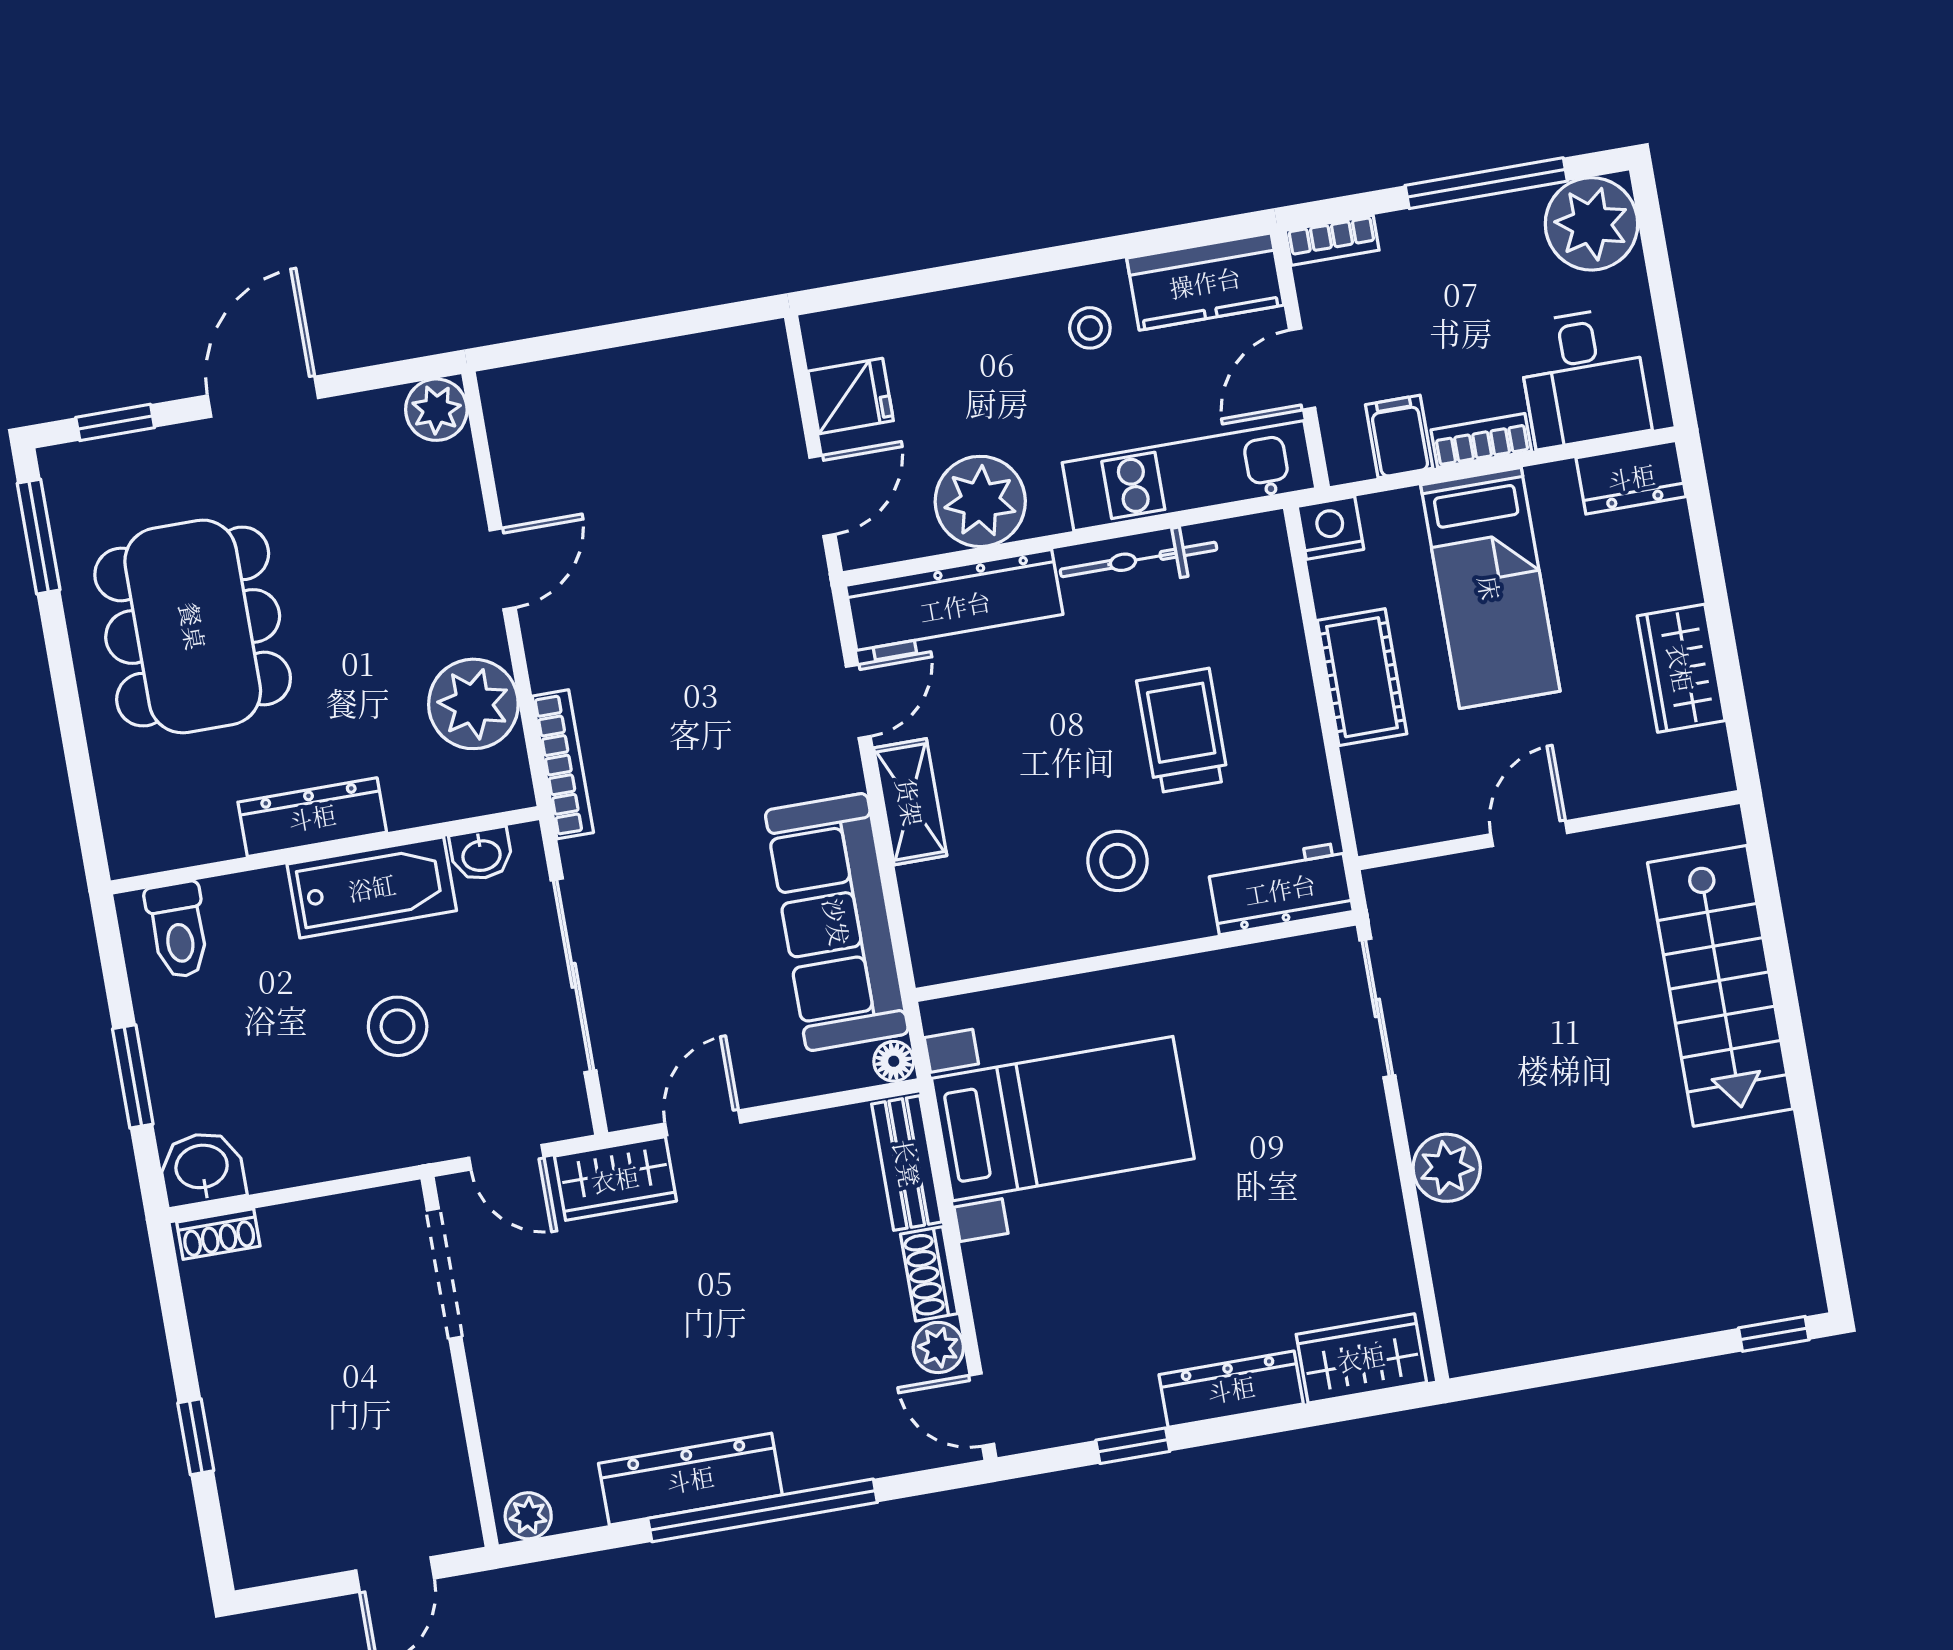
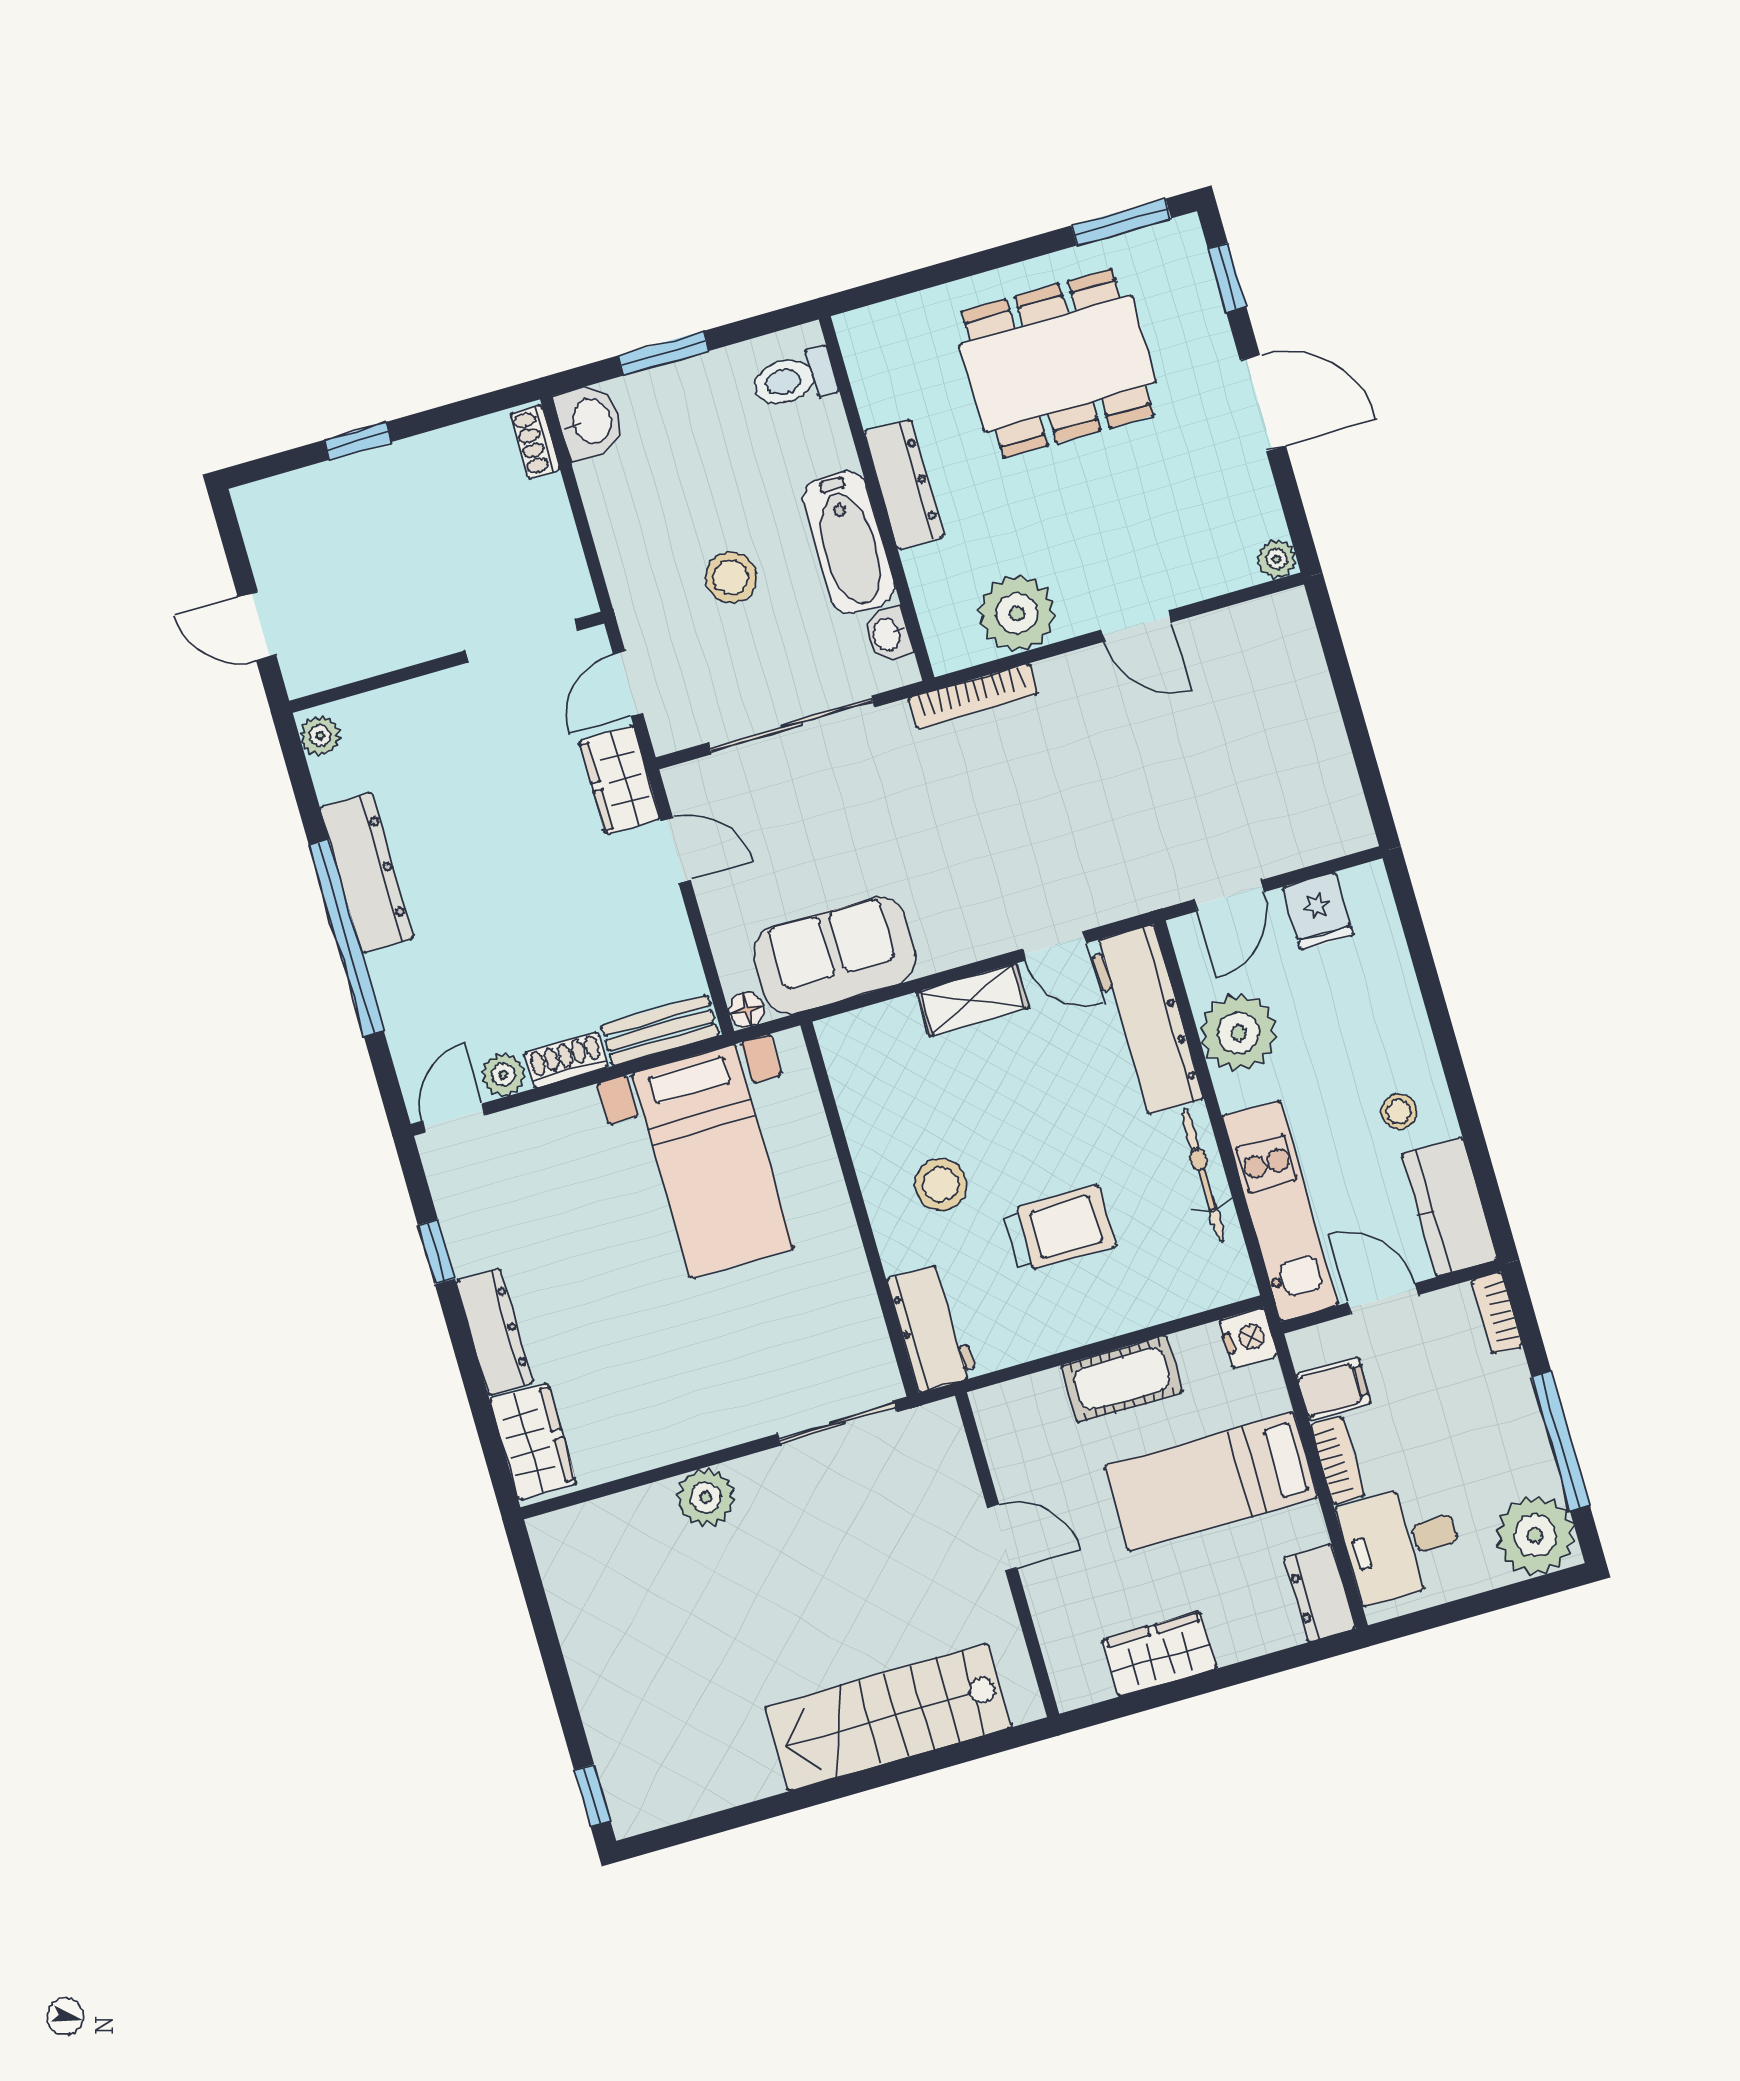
plant: (436, 410) -> (1277, 559), width x0.73, depth x0.73
door: (822, 496) -> (1229, 896), hinge flipped
sofa: (837, 922) -> (835, 955), width x0.73

